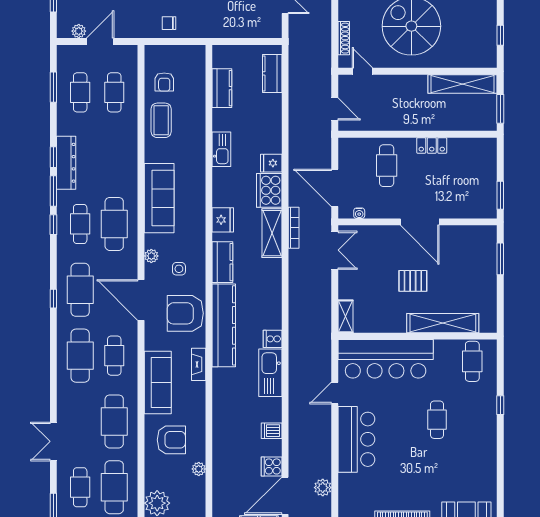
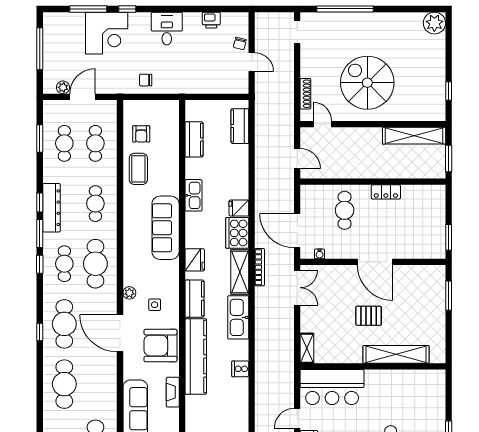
sofa: (159, 198) -> (166, 228), moved, turned 180
cafe table: (114, 356) -> (95, 204), moved
bar counter: (386, 359) -> (332, 387), width x0.73
cafe table: (472, 361) -> (423, 389), removed
kitchen sink: (270, 373) -> (238, 317), moved

